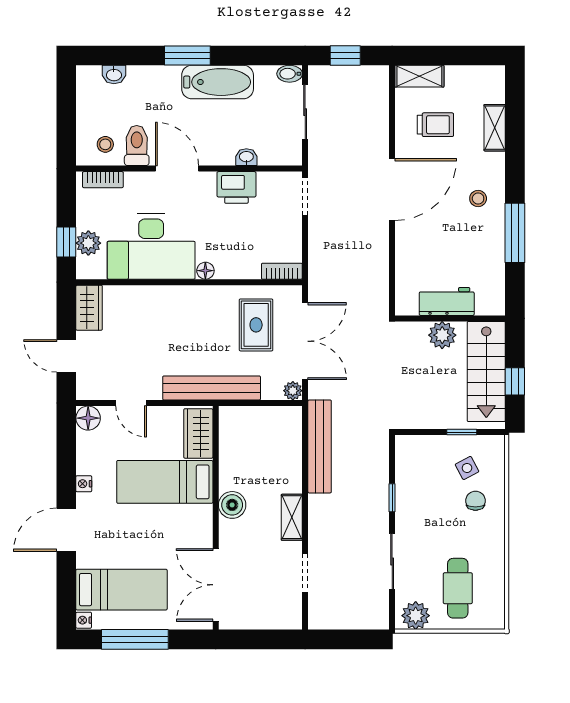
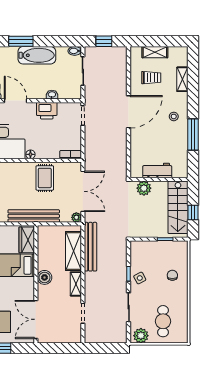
shelving: (419, 76) -> (155, 52), moved
rug: (256, 325) -> (45, 178), moved
plant: (442, 335) -> (144, 188), moved
shelving: (287, 455) -> (73, 251), added
side table: (467, 468) -> (140, 278), moved

